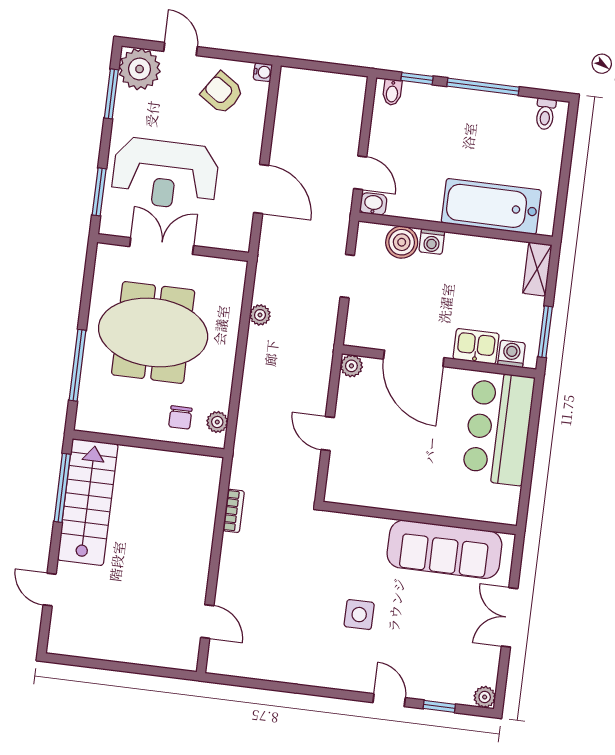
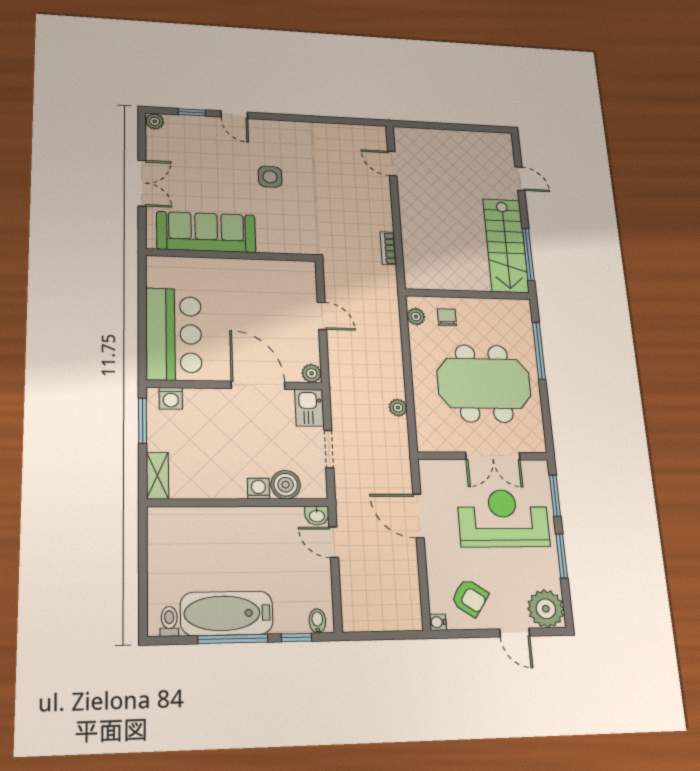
window: (111, 94) -> (562, 556), moved
bathtub: (491, 206) -> (227, 613), moved, turned 180
kitchen sink: (476, 346) -> (309, 408), moved, turned 90

